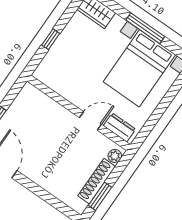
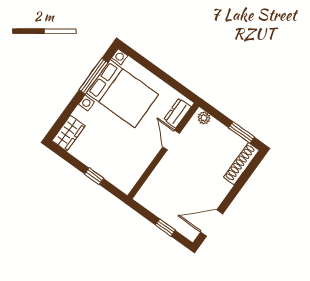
window: (145, 28) -> (93, 76), moved
shoe rack: (97, 181) -> (241, 164), moved, turned 90

